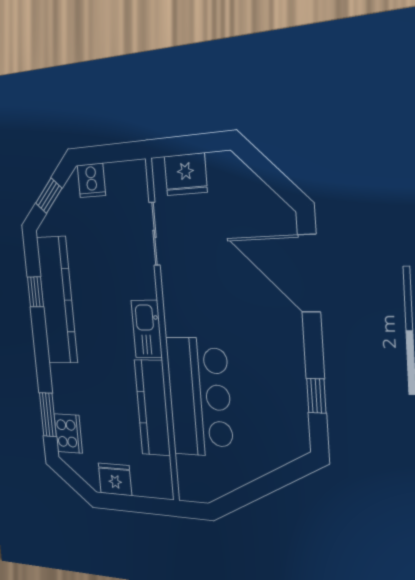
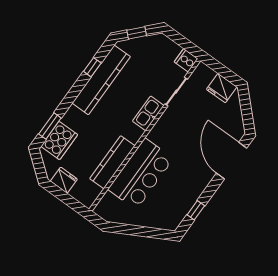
fridge: (186, 174) -> (222, 88), moved
cooker: (91, 180) -> (186, 60), moved, turned 90
kitchen sink: (147, 329) -> (148, 113), moved
cooker: (68, 433) -> (59, 140), width x1.37, depth x1.31

